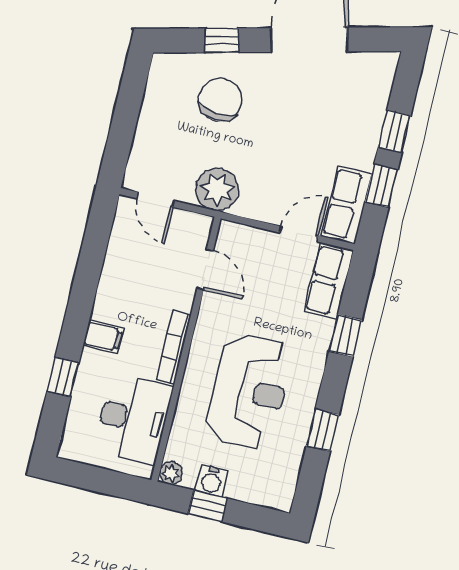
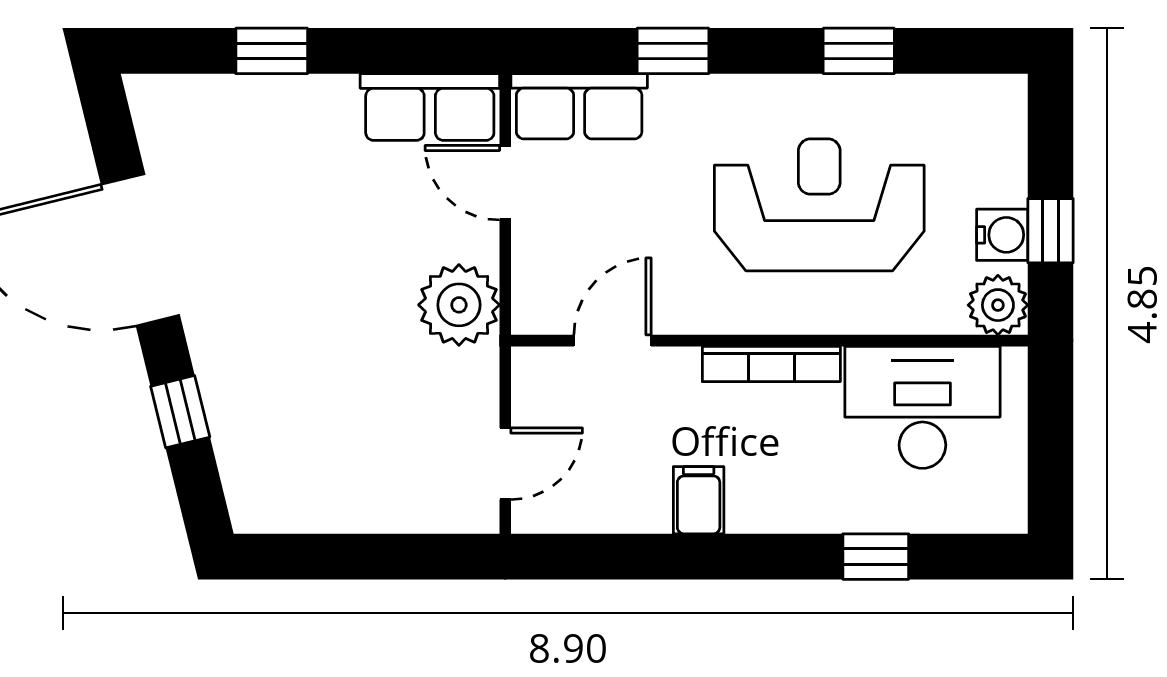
chair: (220, 100) -> (291, 388), removed
window: (381, 186) -> (379, 51), removed
plant: (217, 189) -> (459, 305), moved
filing cabinet: (103, 337) -> (699, 500), moved
plant: (171, 473) -> (998, 305), width x1.38, depth x1.38

